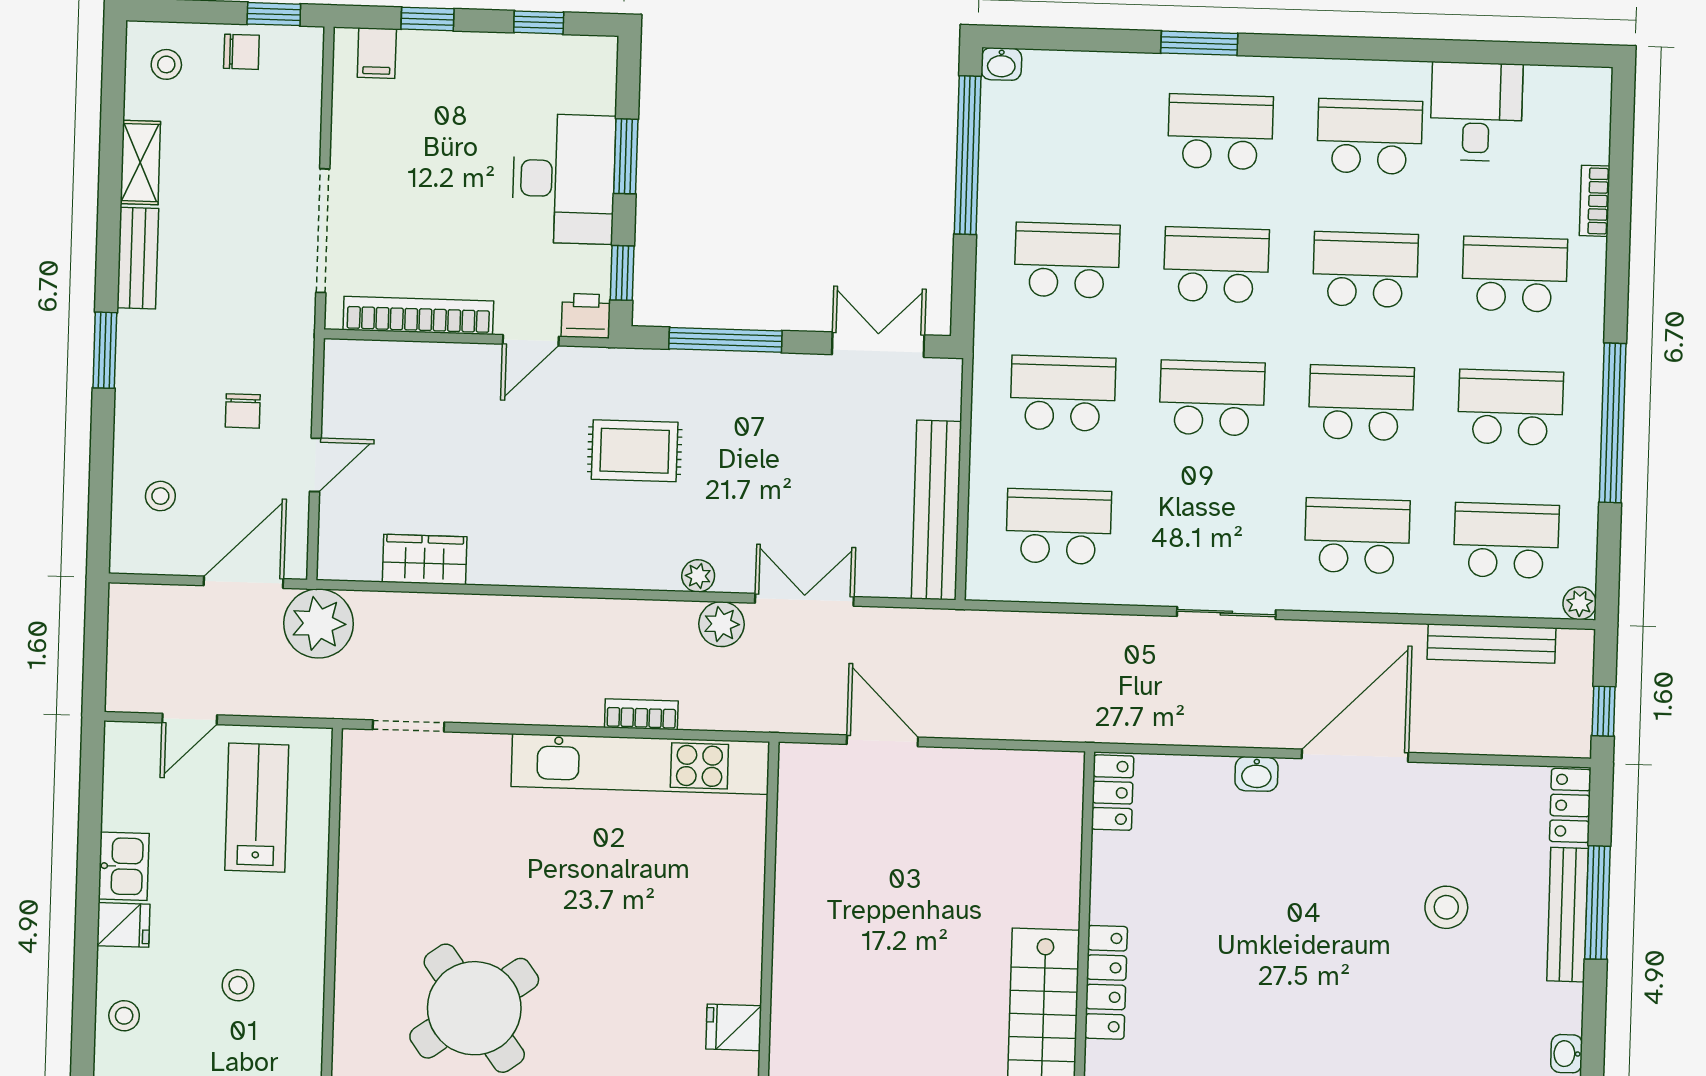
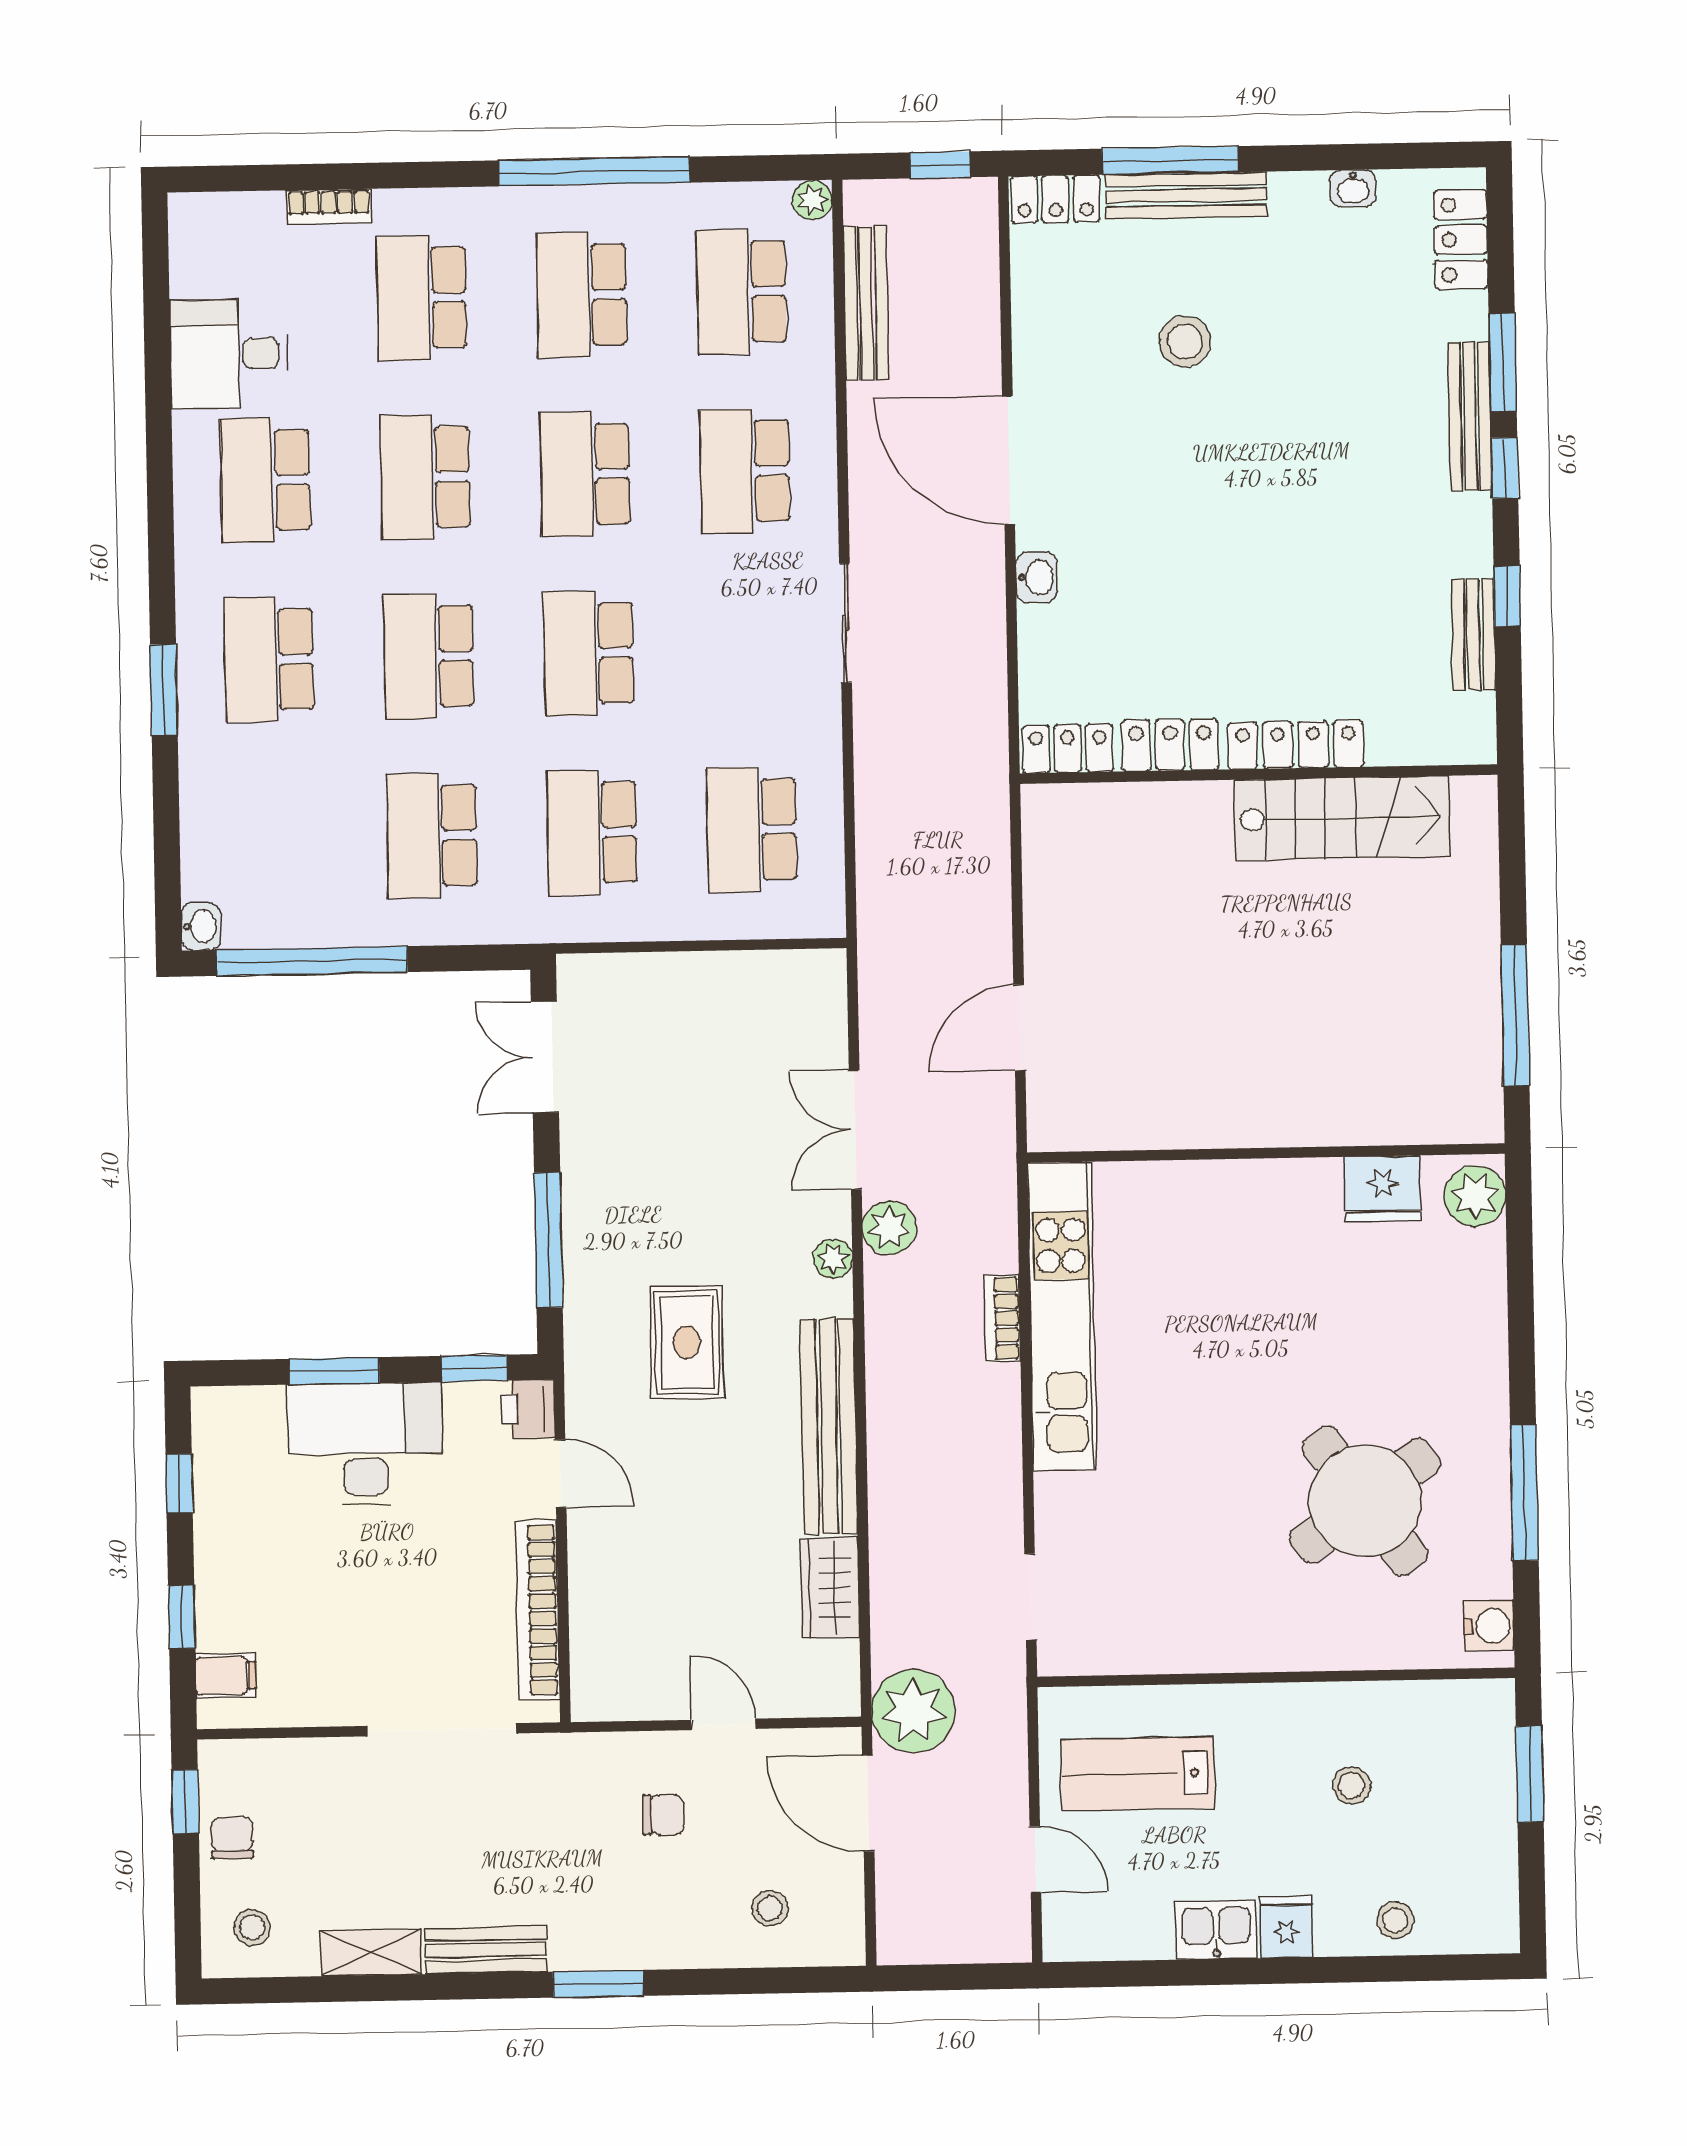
bench: (936, 510) -> (829, 1426), moved, turned 90
locker: (1111, 878) -> (1170, 745), added
fridge: (734, 1027) -> (1383, 1188), width x1.38

